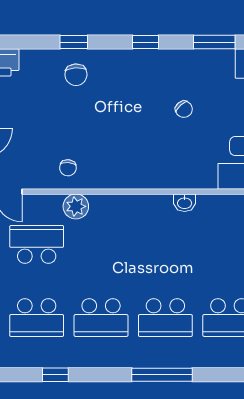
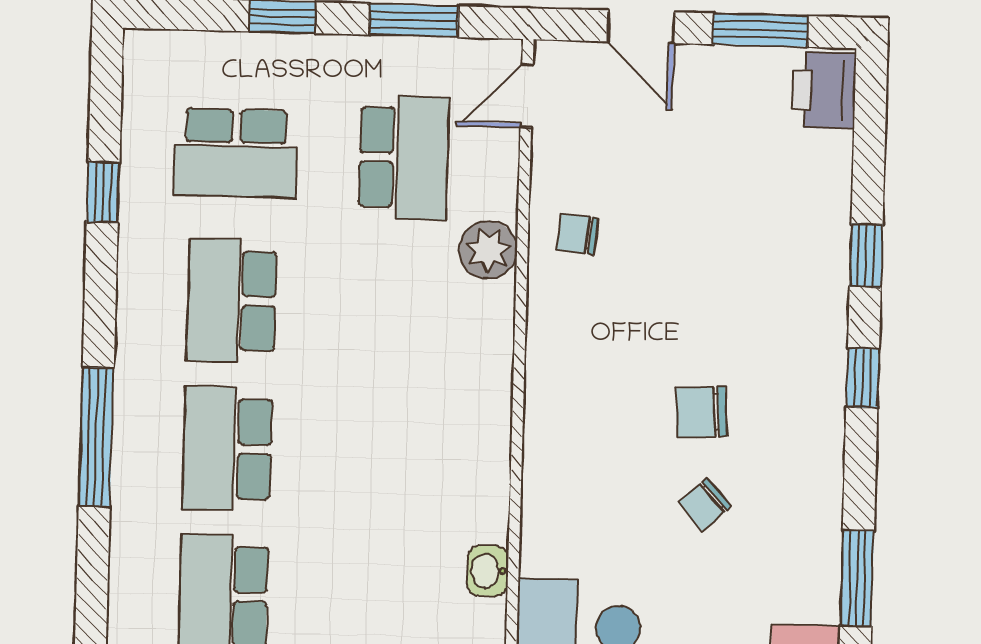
window: (146, 42) -> (863, 378), moved
chair: (76, 75) -> (701, 412), moved
washbasin: (185, 203) -> (488, 571), moved
school desk: (37, 318) -> (236, 153), turned -90

